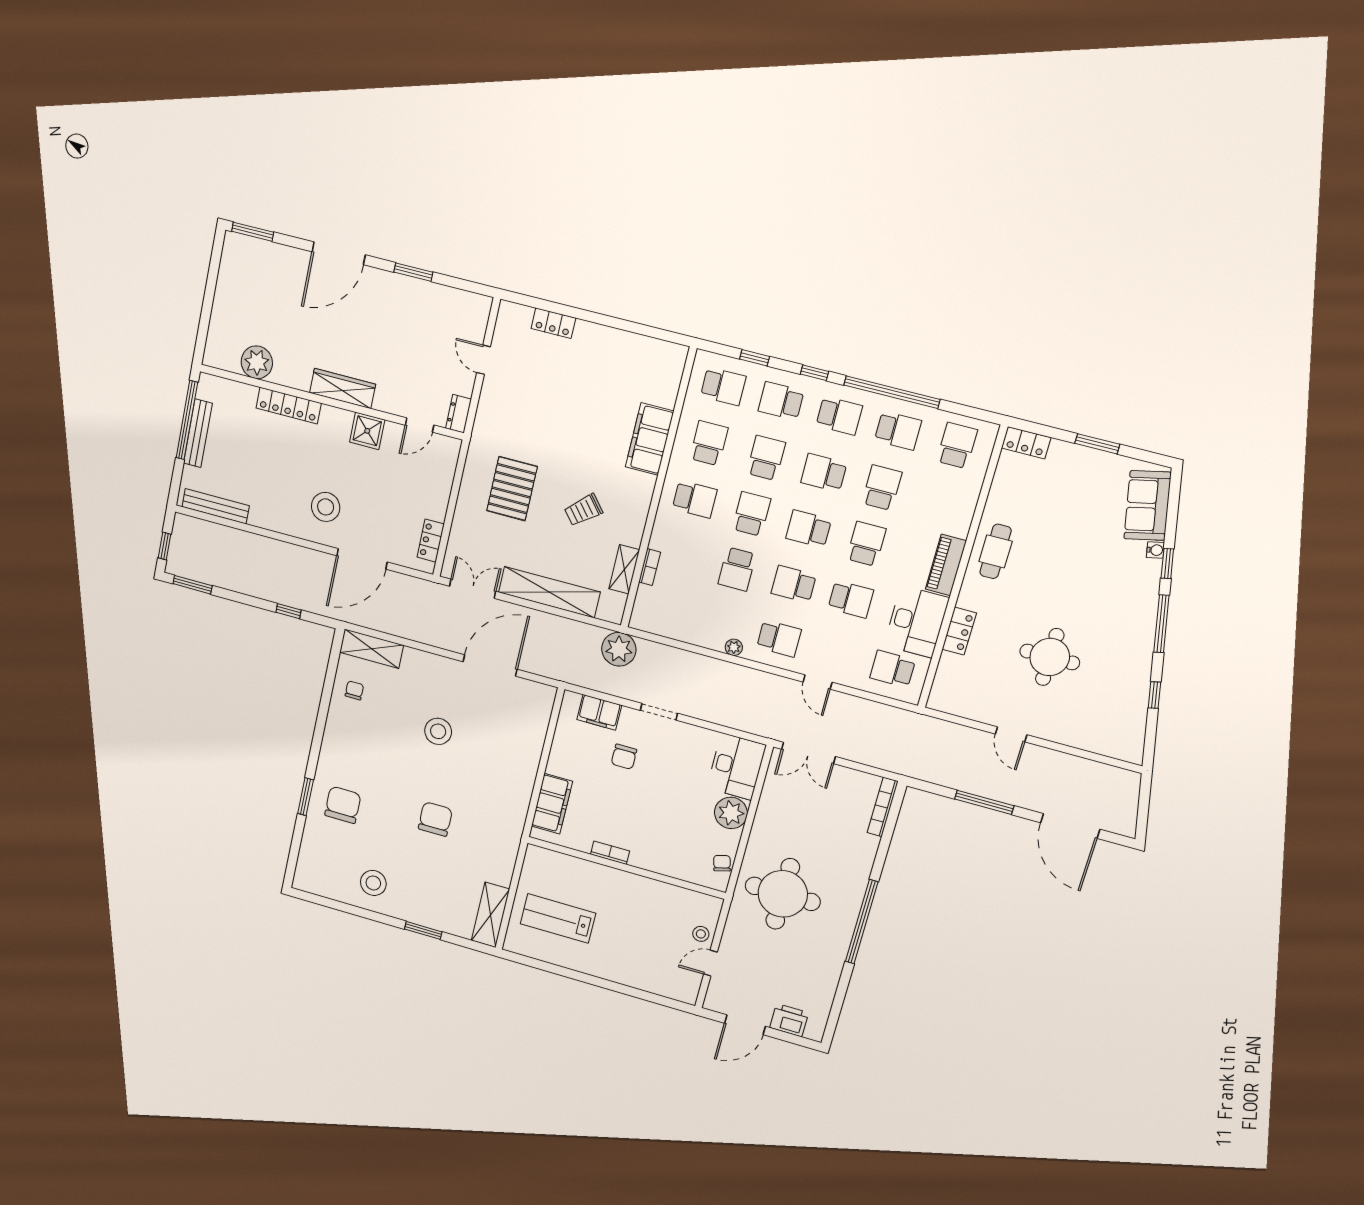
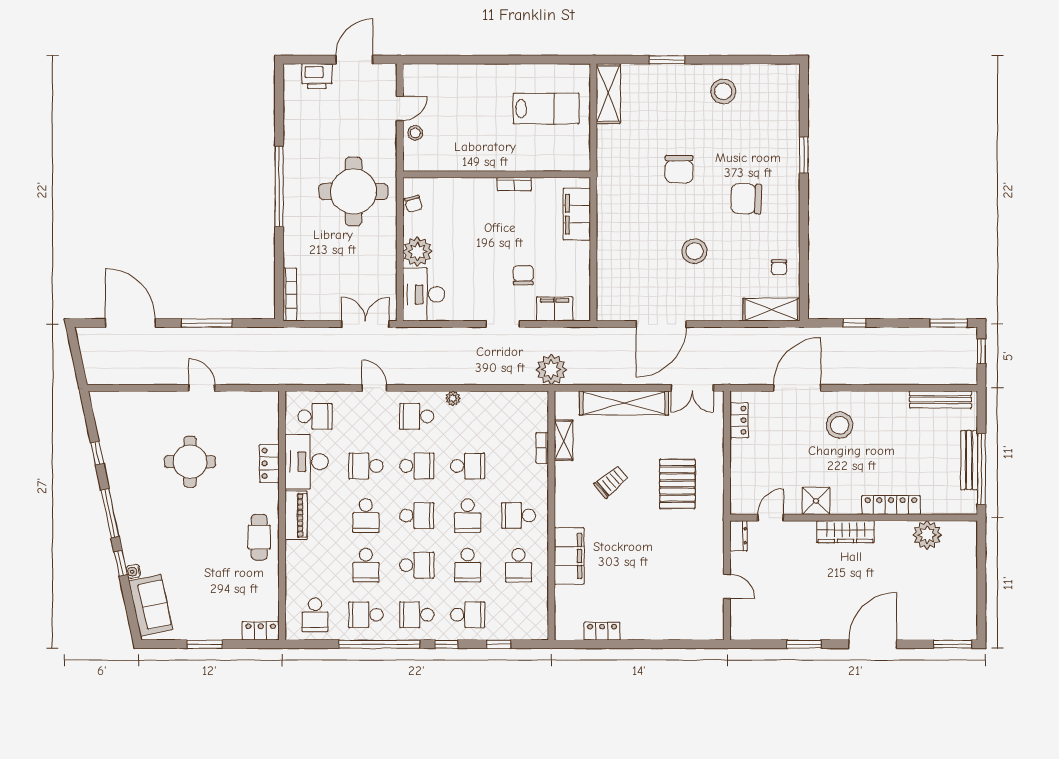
locker: (553, 323) -> (602, 631), moved
school desk: (723, 386) -> (518, 615), removed
school desk: (737, 569) -> (468, 466), turned 90
chair: (343, 805) -> (746, 199), moved, turned 92

